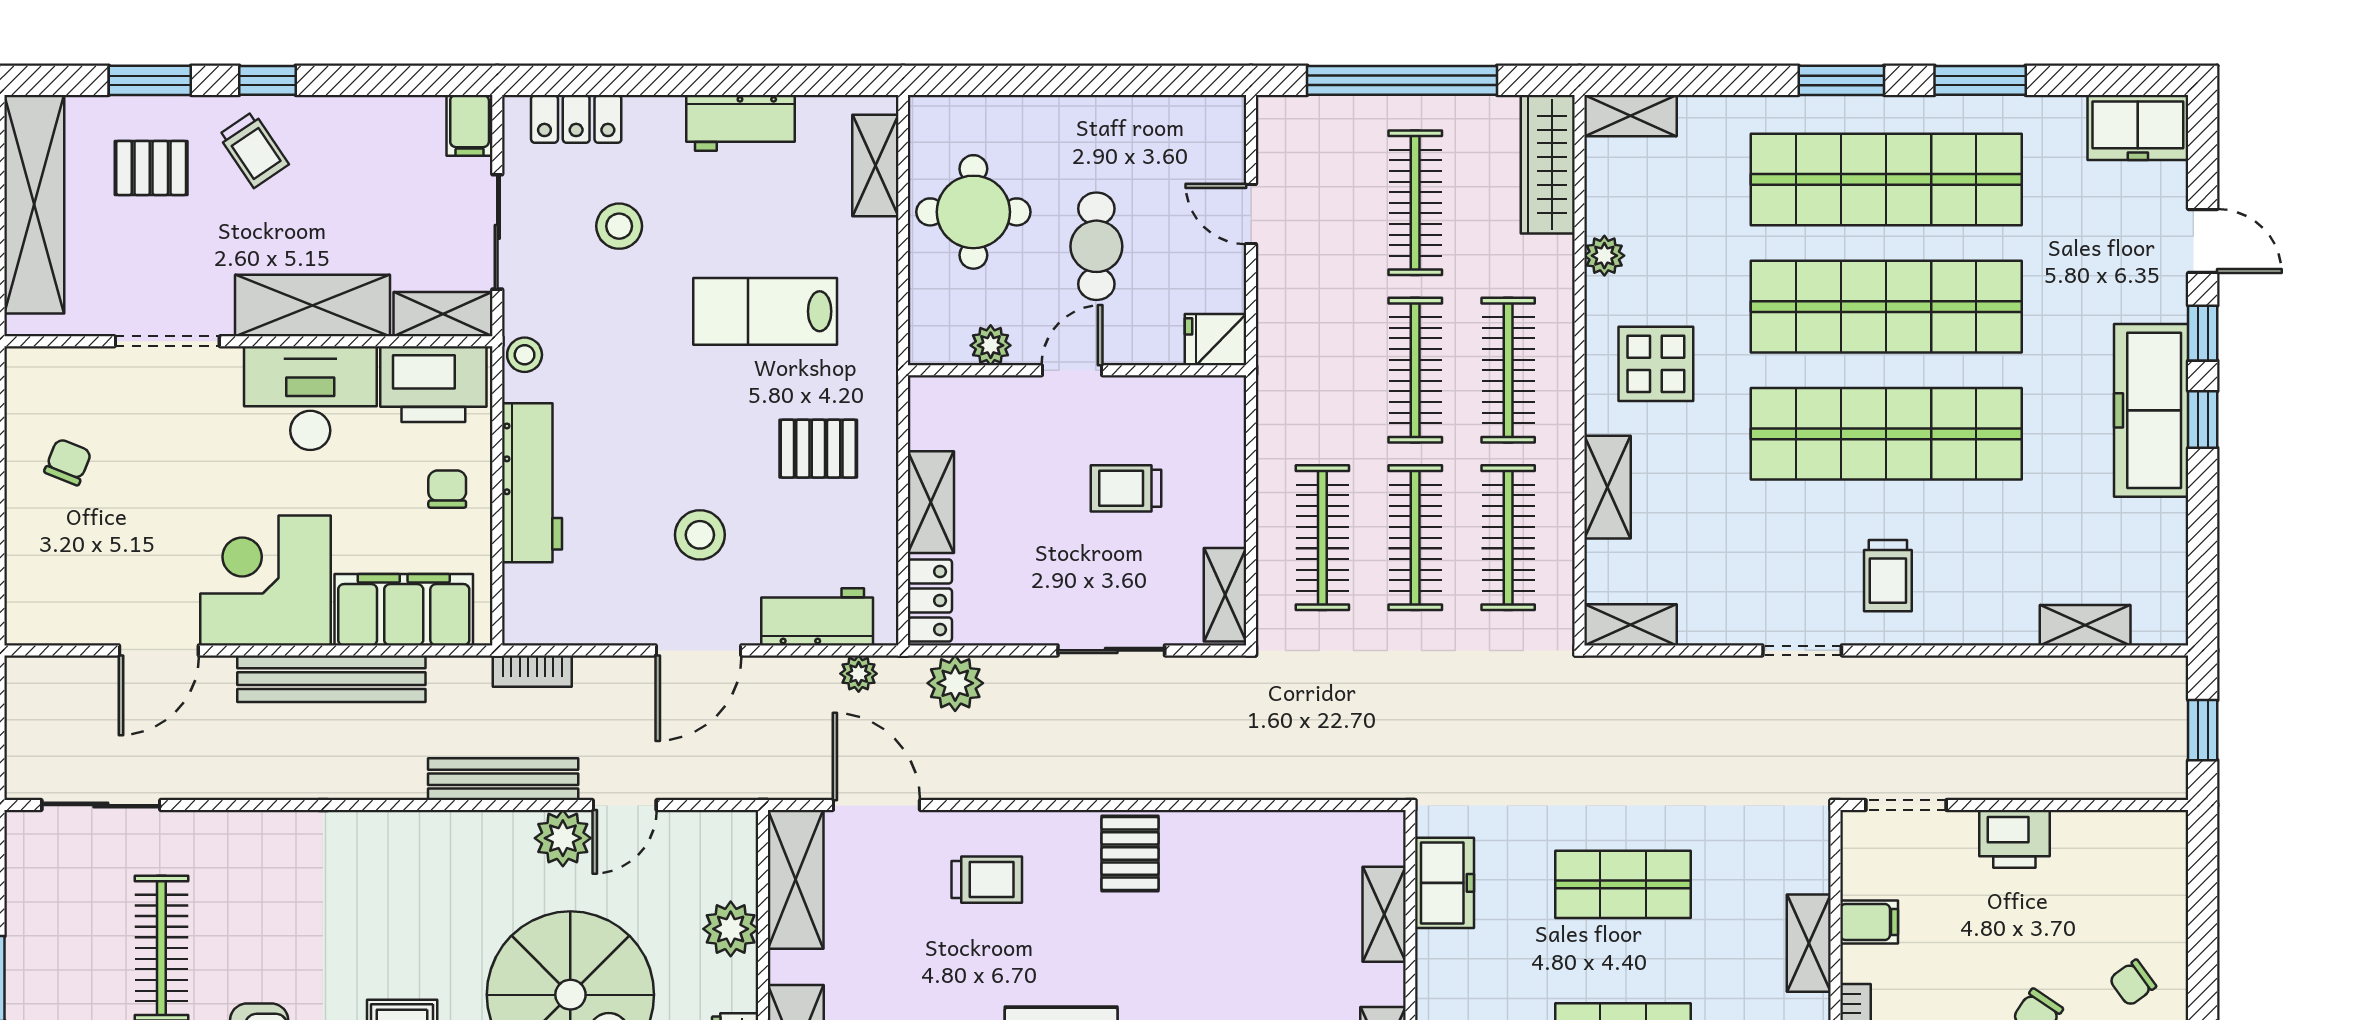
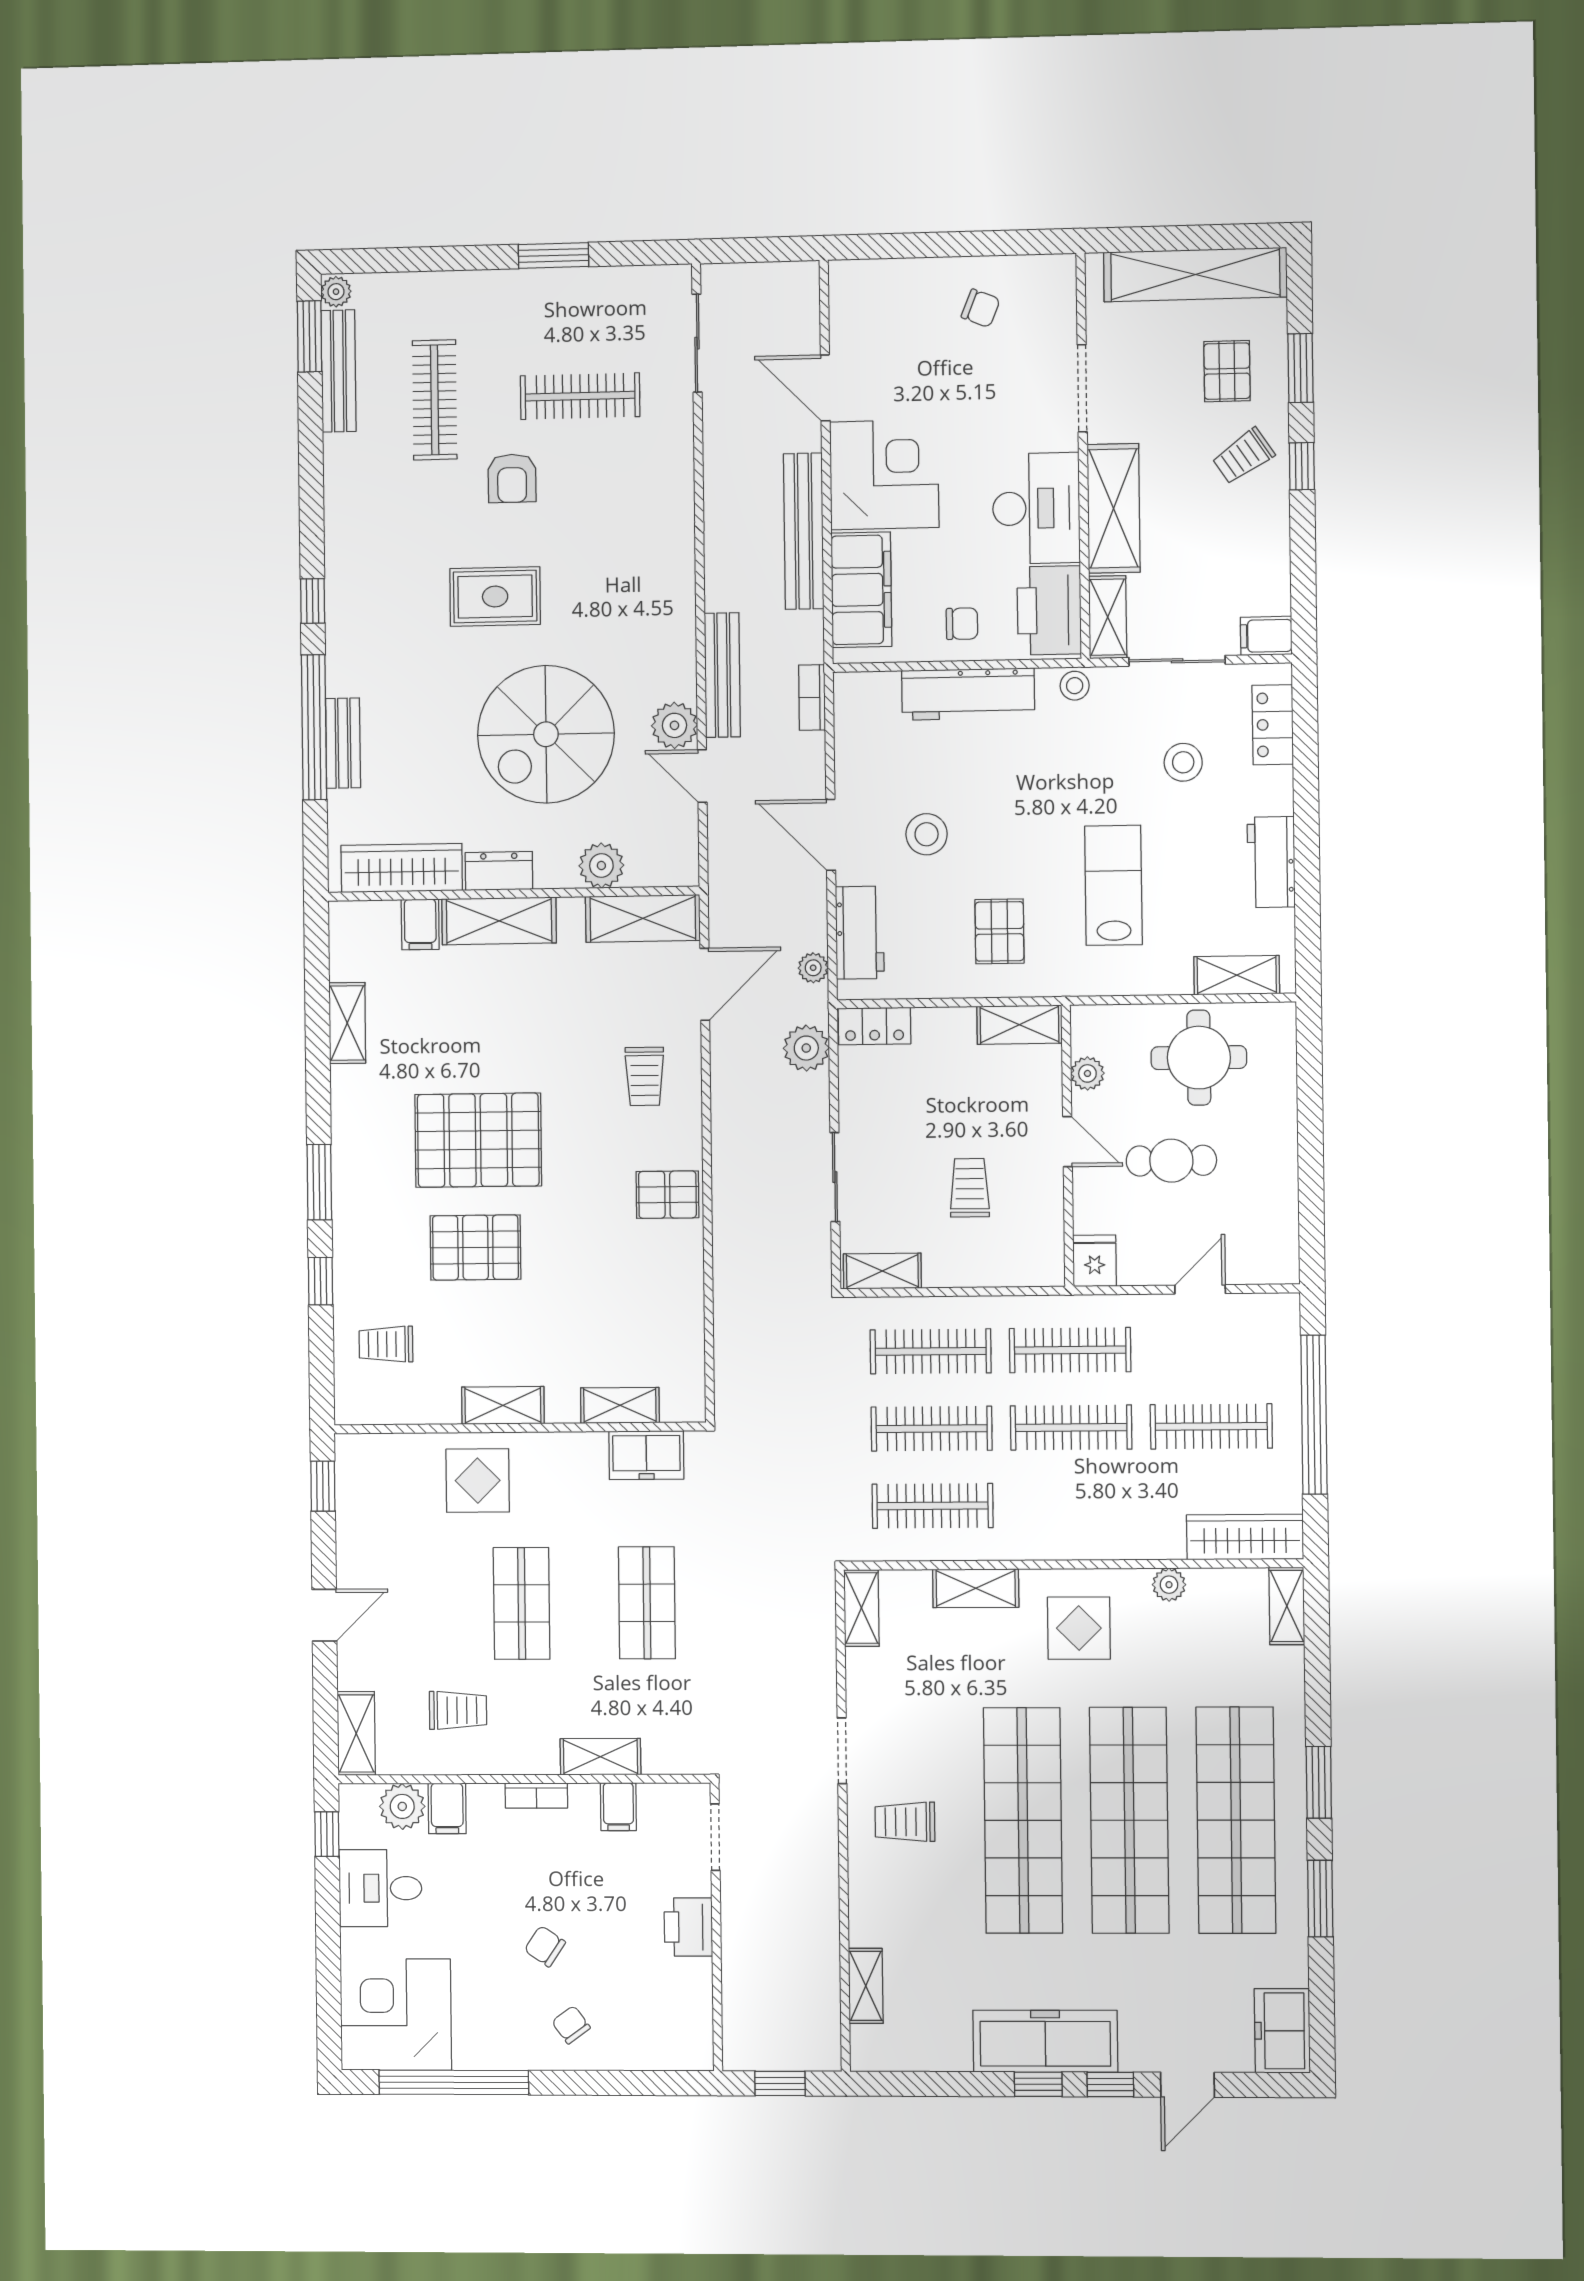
clothes rail: (1508, 370) -> (1070, 1350), moved
shelving: (931, 502) -> (1019, 1025), moved

